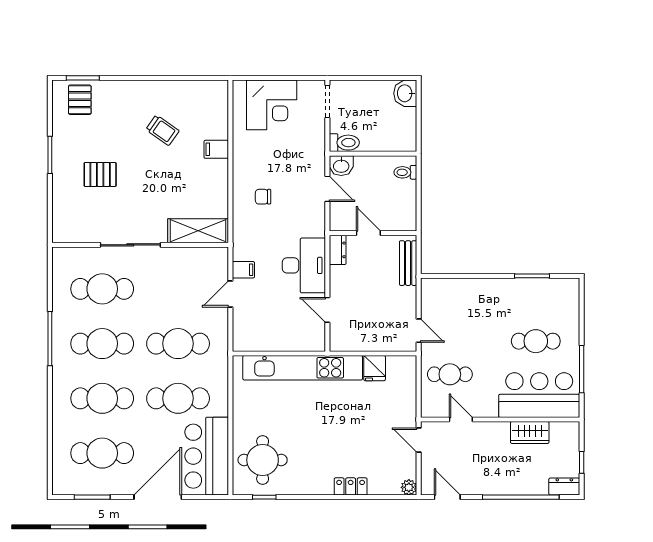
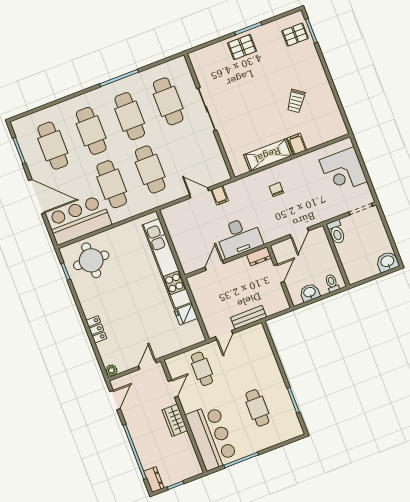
washbasin: (341, 166) -> (310, 293), moved, turned 90
pallet: (100, 174) -> (242, 47), moved, turned 90
shelving: (198, 231) -> (268, 155), moved, turned 90
bench: (408, 263) -> (248, 317), moved
cafe table: (536, 341) -> (257, 408), moved
wardrobe: (530, 432) -> (175, 420), moved

